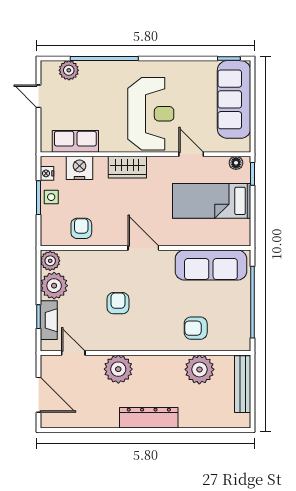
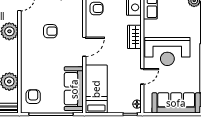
bed: (212, 201) -> (96, 89), moved
armchair: (196, 328) -> (33, 97), moved

